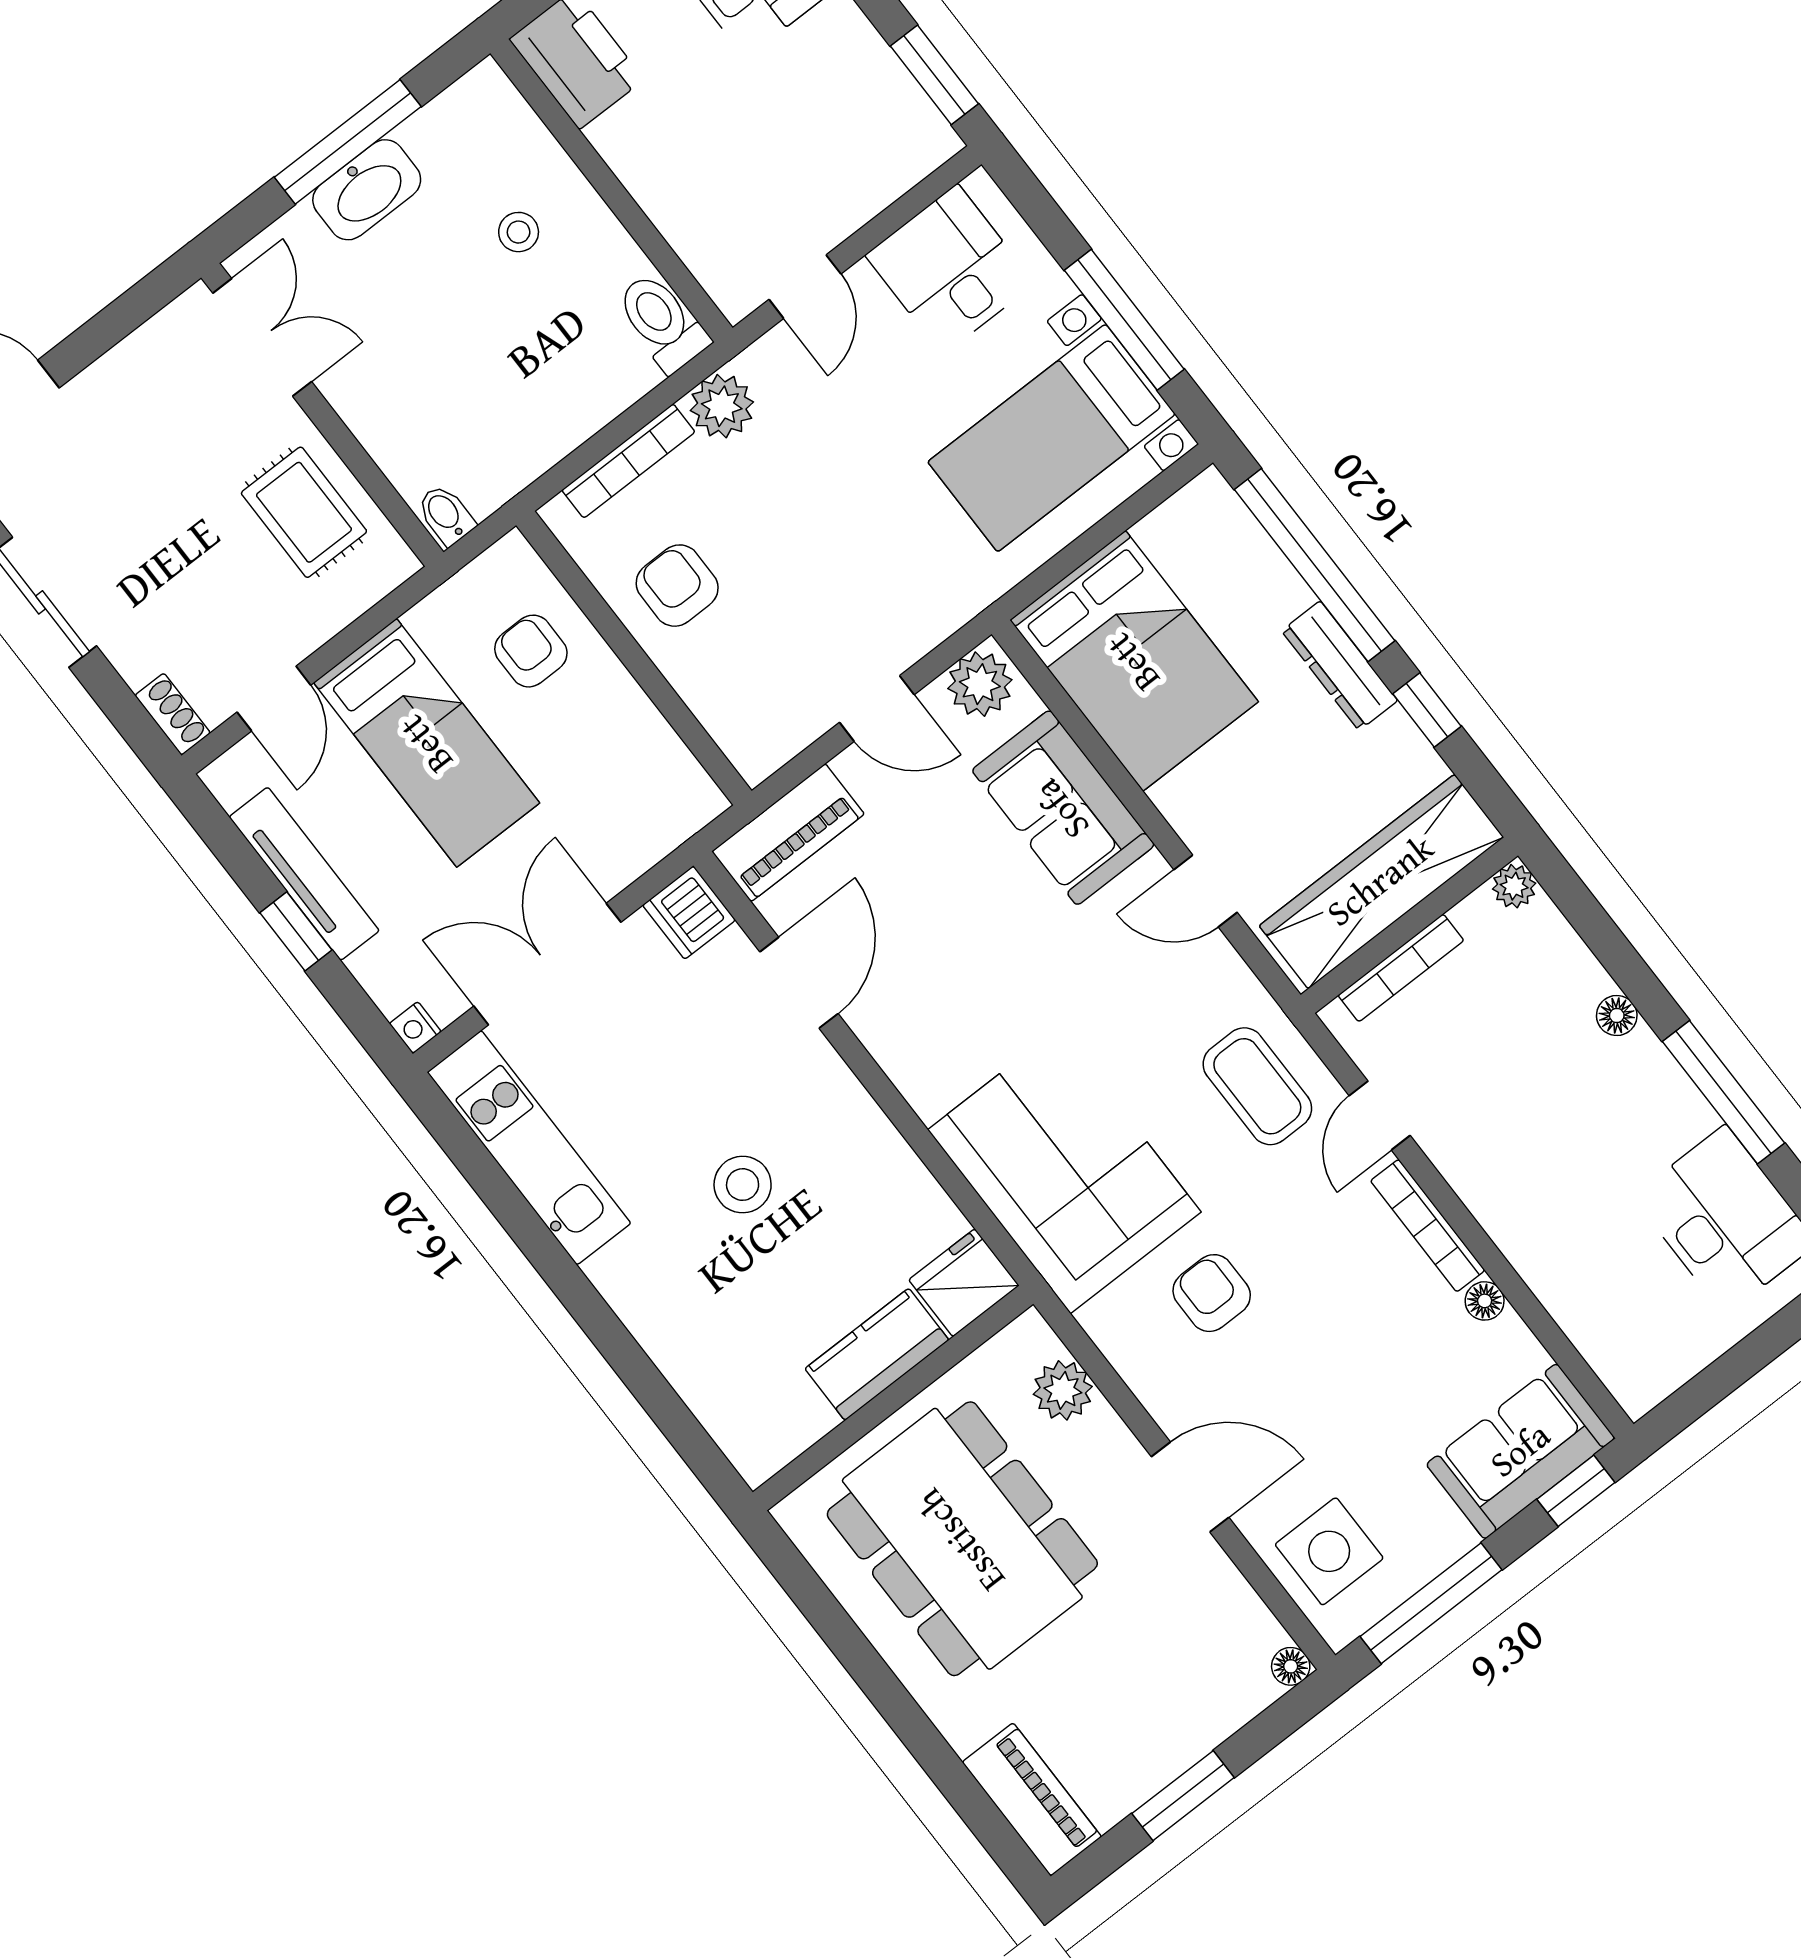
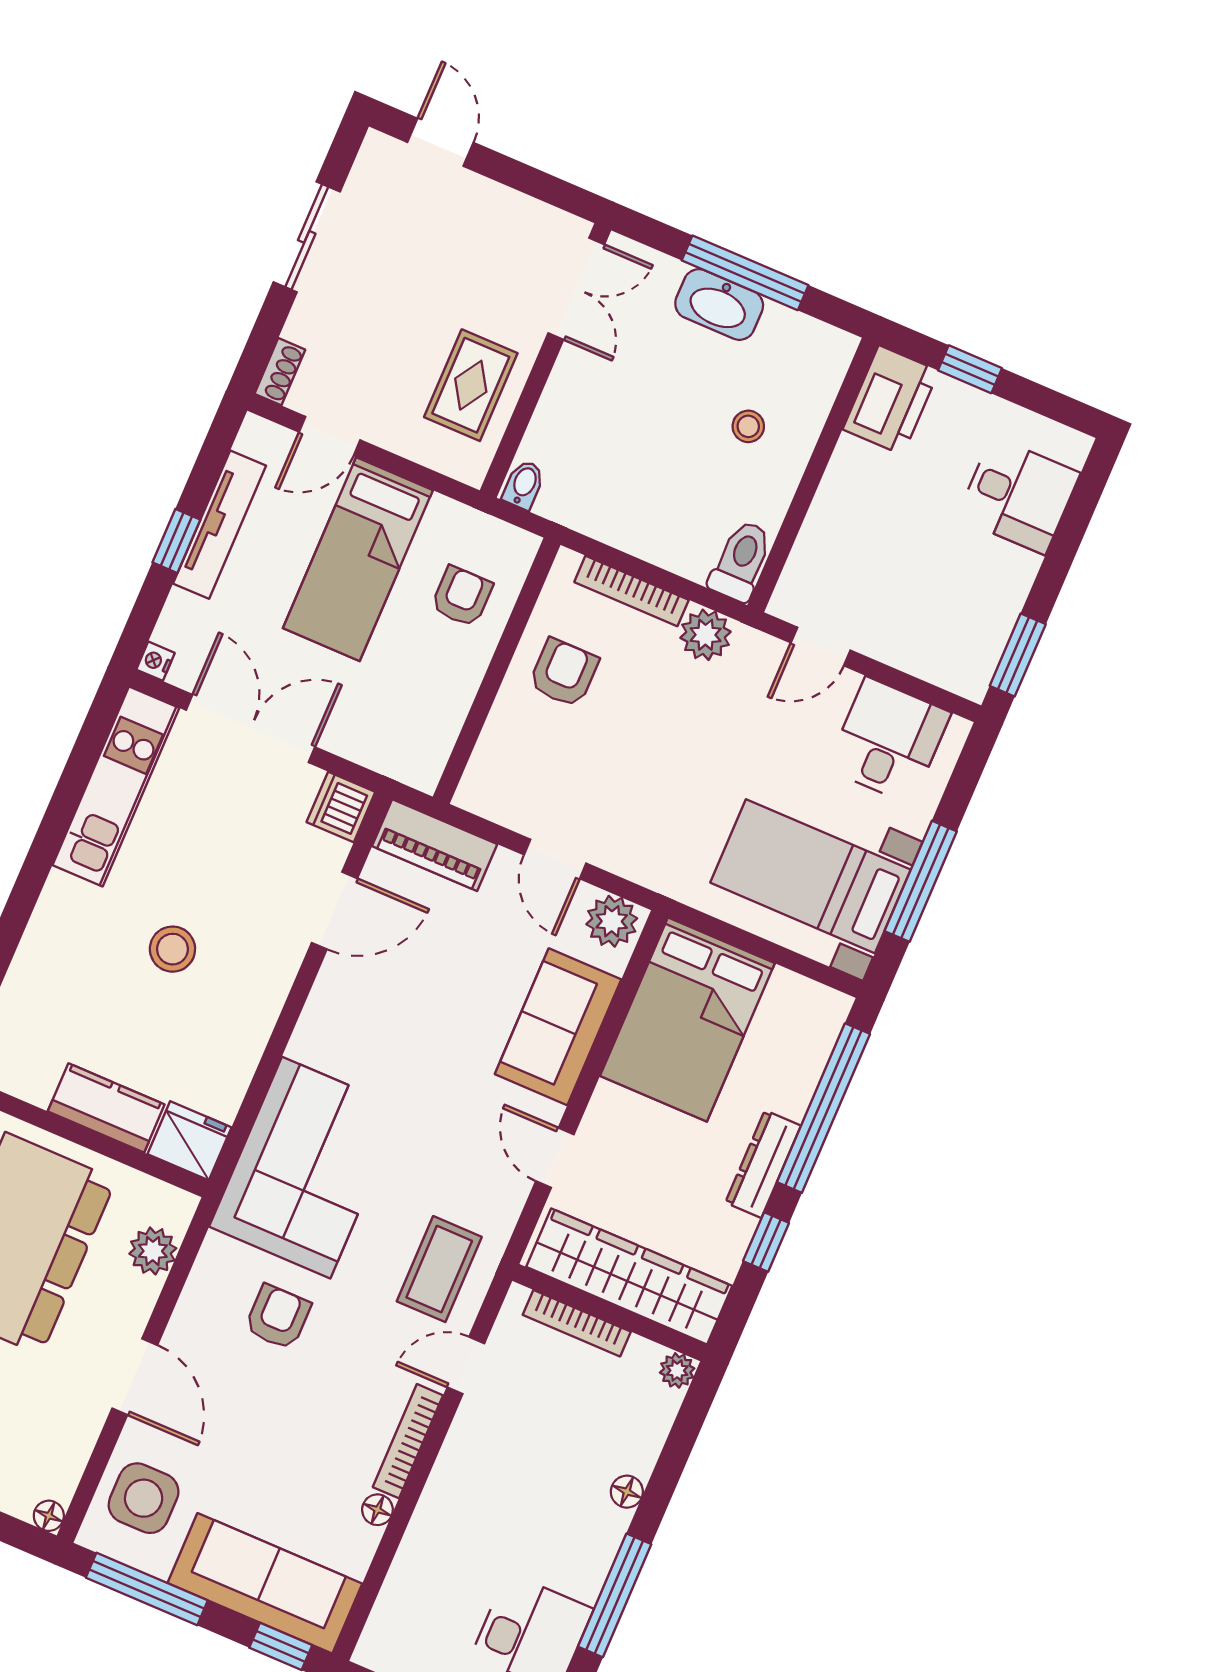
sofa: (1521, 1451) -> (265, 1583), width x1.36

